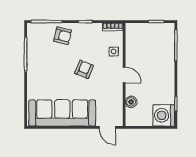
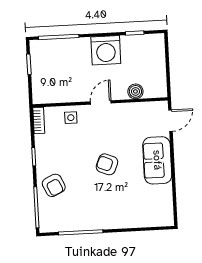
armchair: (63, 36) -> (54, 185), turned 142
armchair: (84, 69) -> (107, 164), moved
sofa: (62, 113) -> (157, 160), width x0.54, depth x0.79
washing machine: (164, 115) -> (106, 50), moved

